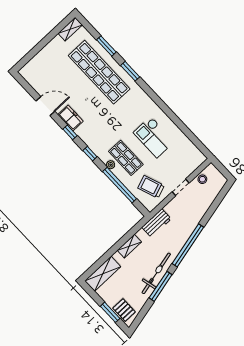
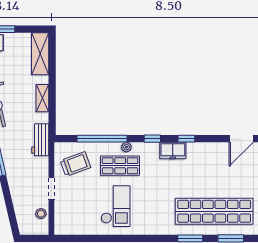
door: (45, 106) -> (241, 139), moved
freezer: (70, 118) -> (173, 150), moved
checkout: (154, 137) -> (116, 206), turned 90

